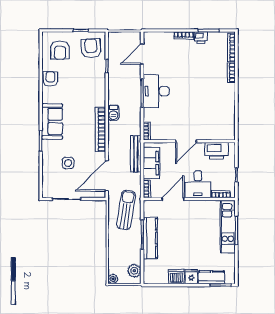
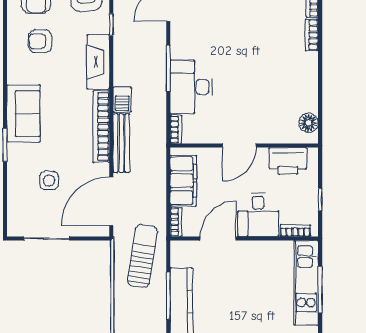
armchair: (50, 79) -> (40, 41), moved, turned -90
fireplace: (99, 89) -> (98, 62), added
desk: (156, 91) -> (191, 87), moved
floor lamp: (229, 127) -> (309, 123), added
bench: (136, 154) -> (121, 143), moved

